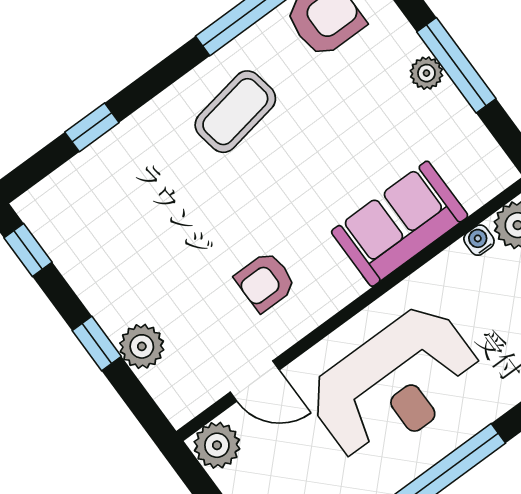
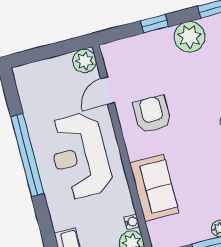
armchair: (265, 282) -> (152, 114), width x1.38, depth x1.38
plant: (142, 346) -> (190, 37), moved, width x1.36, depth x1.36

